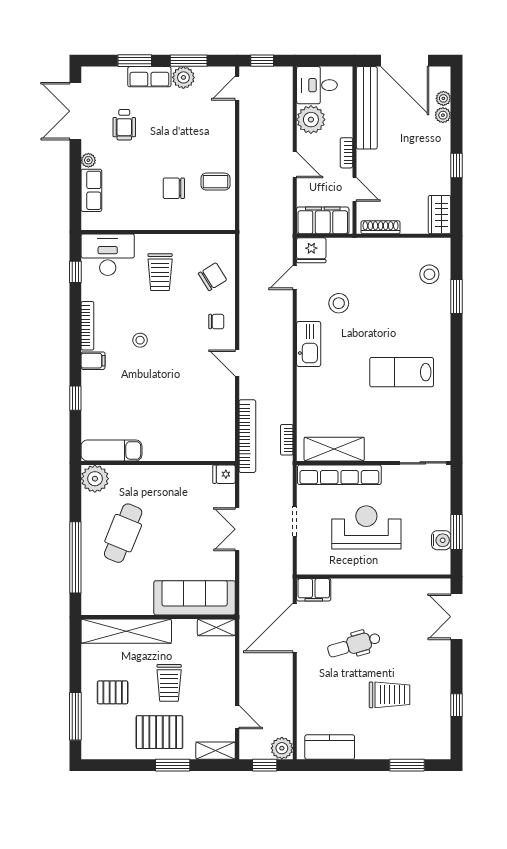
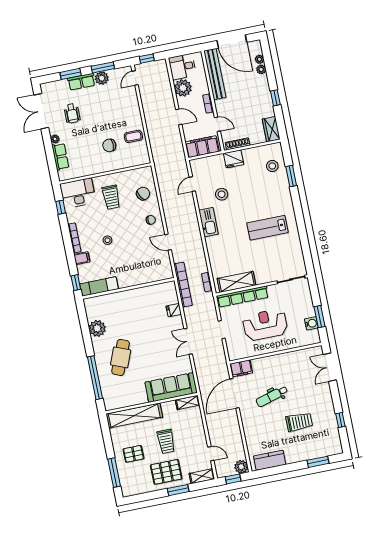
fridge: (311, 250) -> (234, 159), moved
exam couch: (111, 450) -> (99, 286), moved
wall: (158, 463) -> (128, 288), moved

